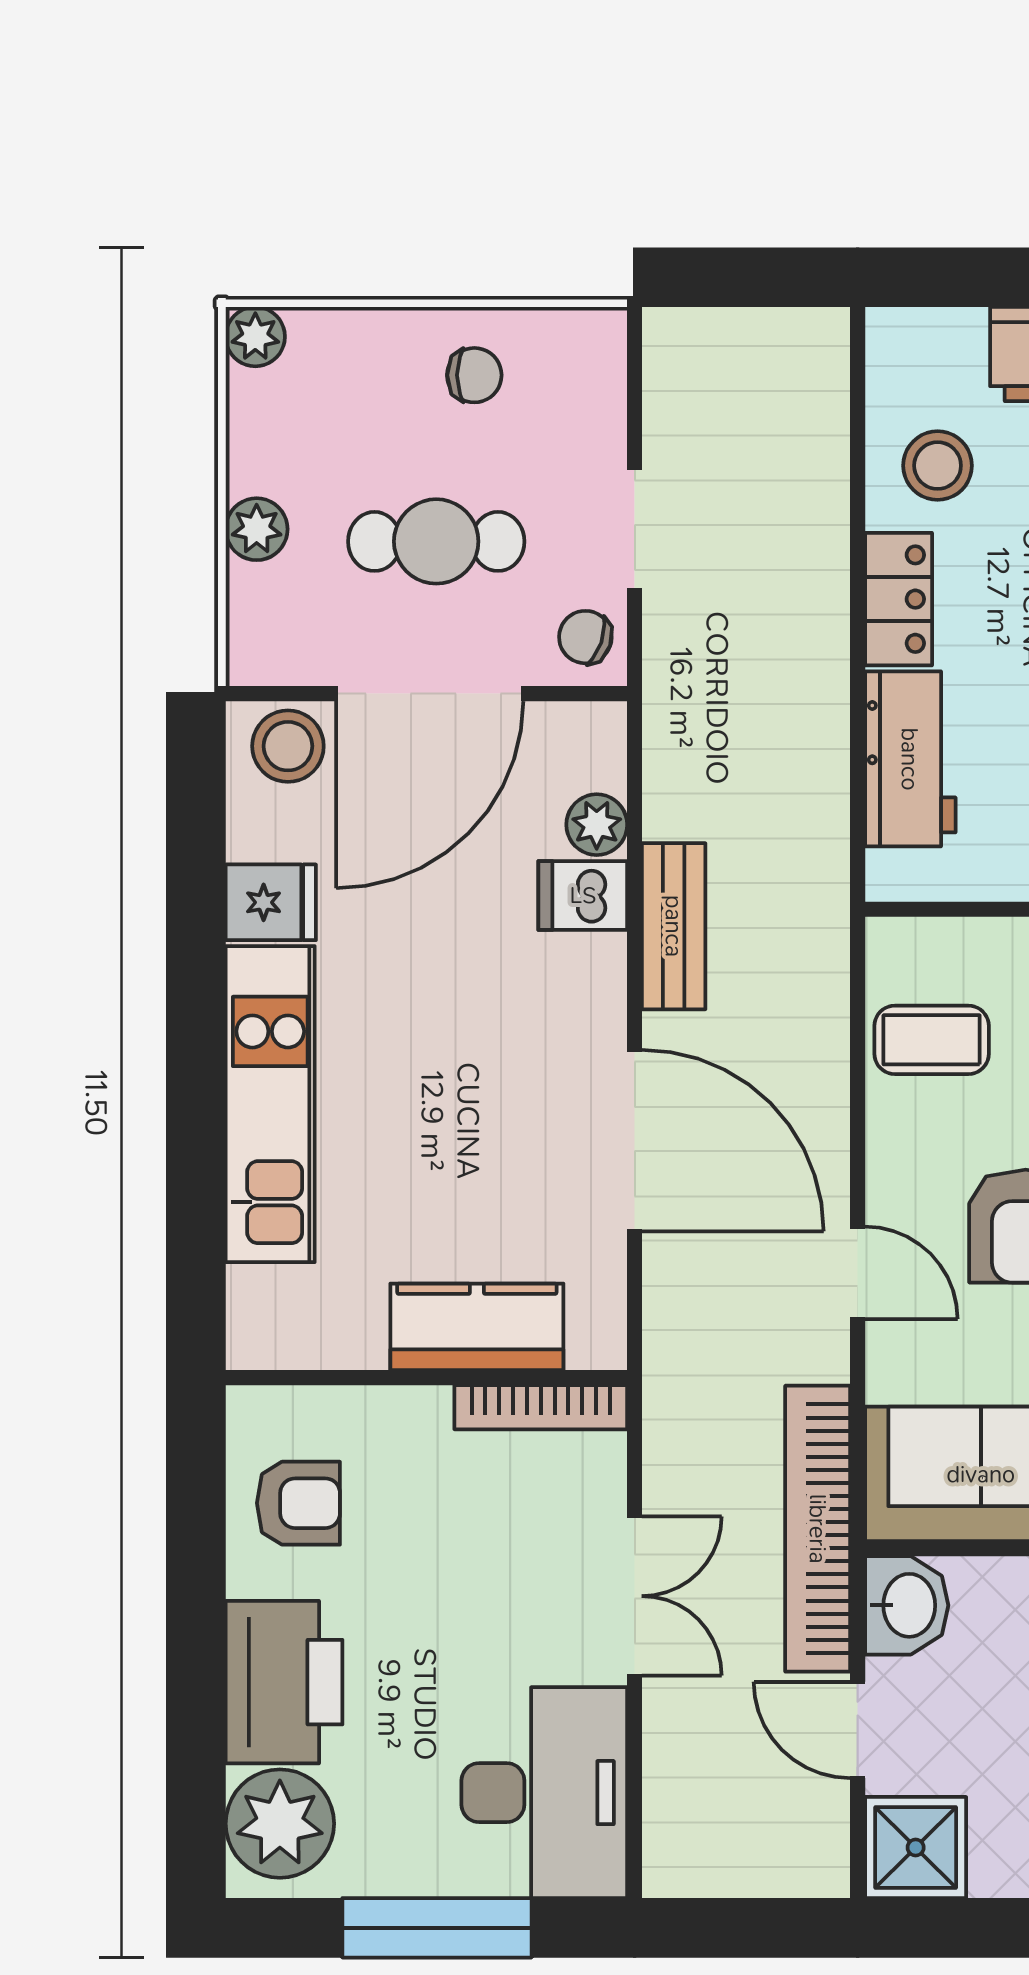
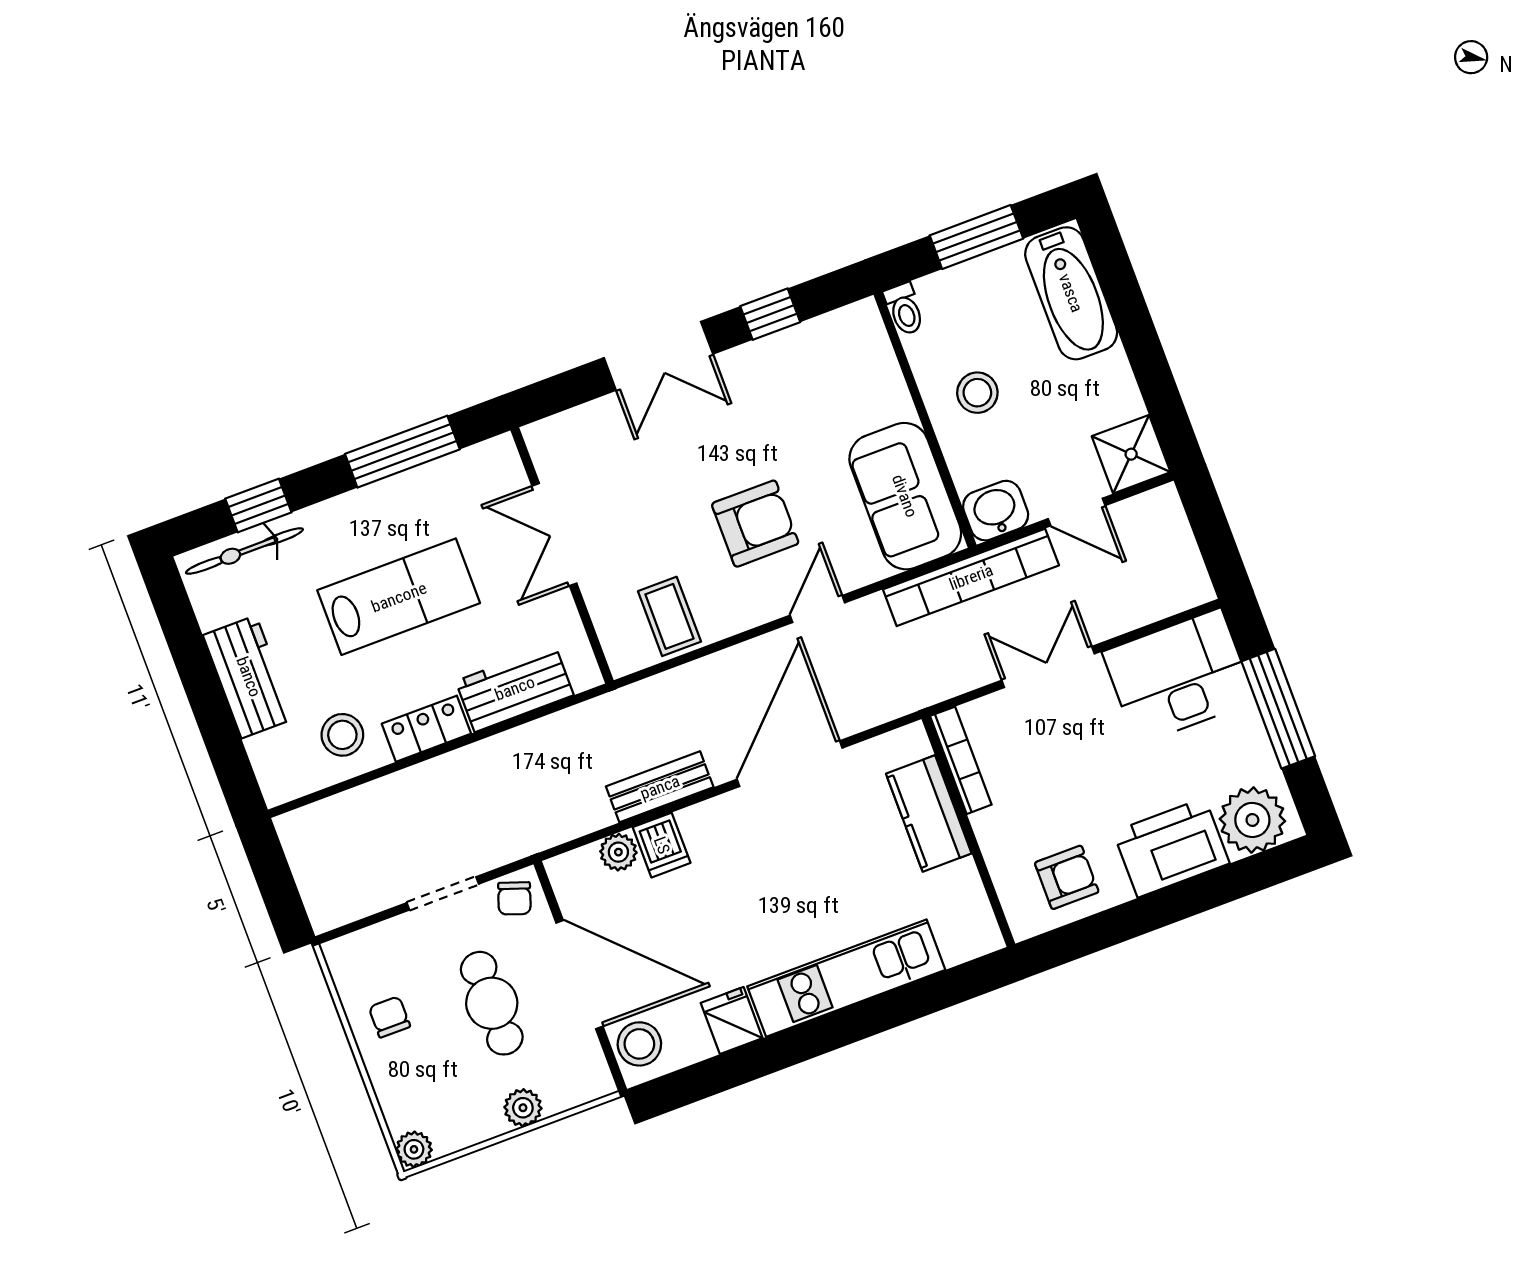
armchair: (298, 1503) -> (1067, 877), turned 90
door: (858, 1730) -> (1077, 512), hinge flipped

